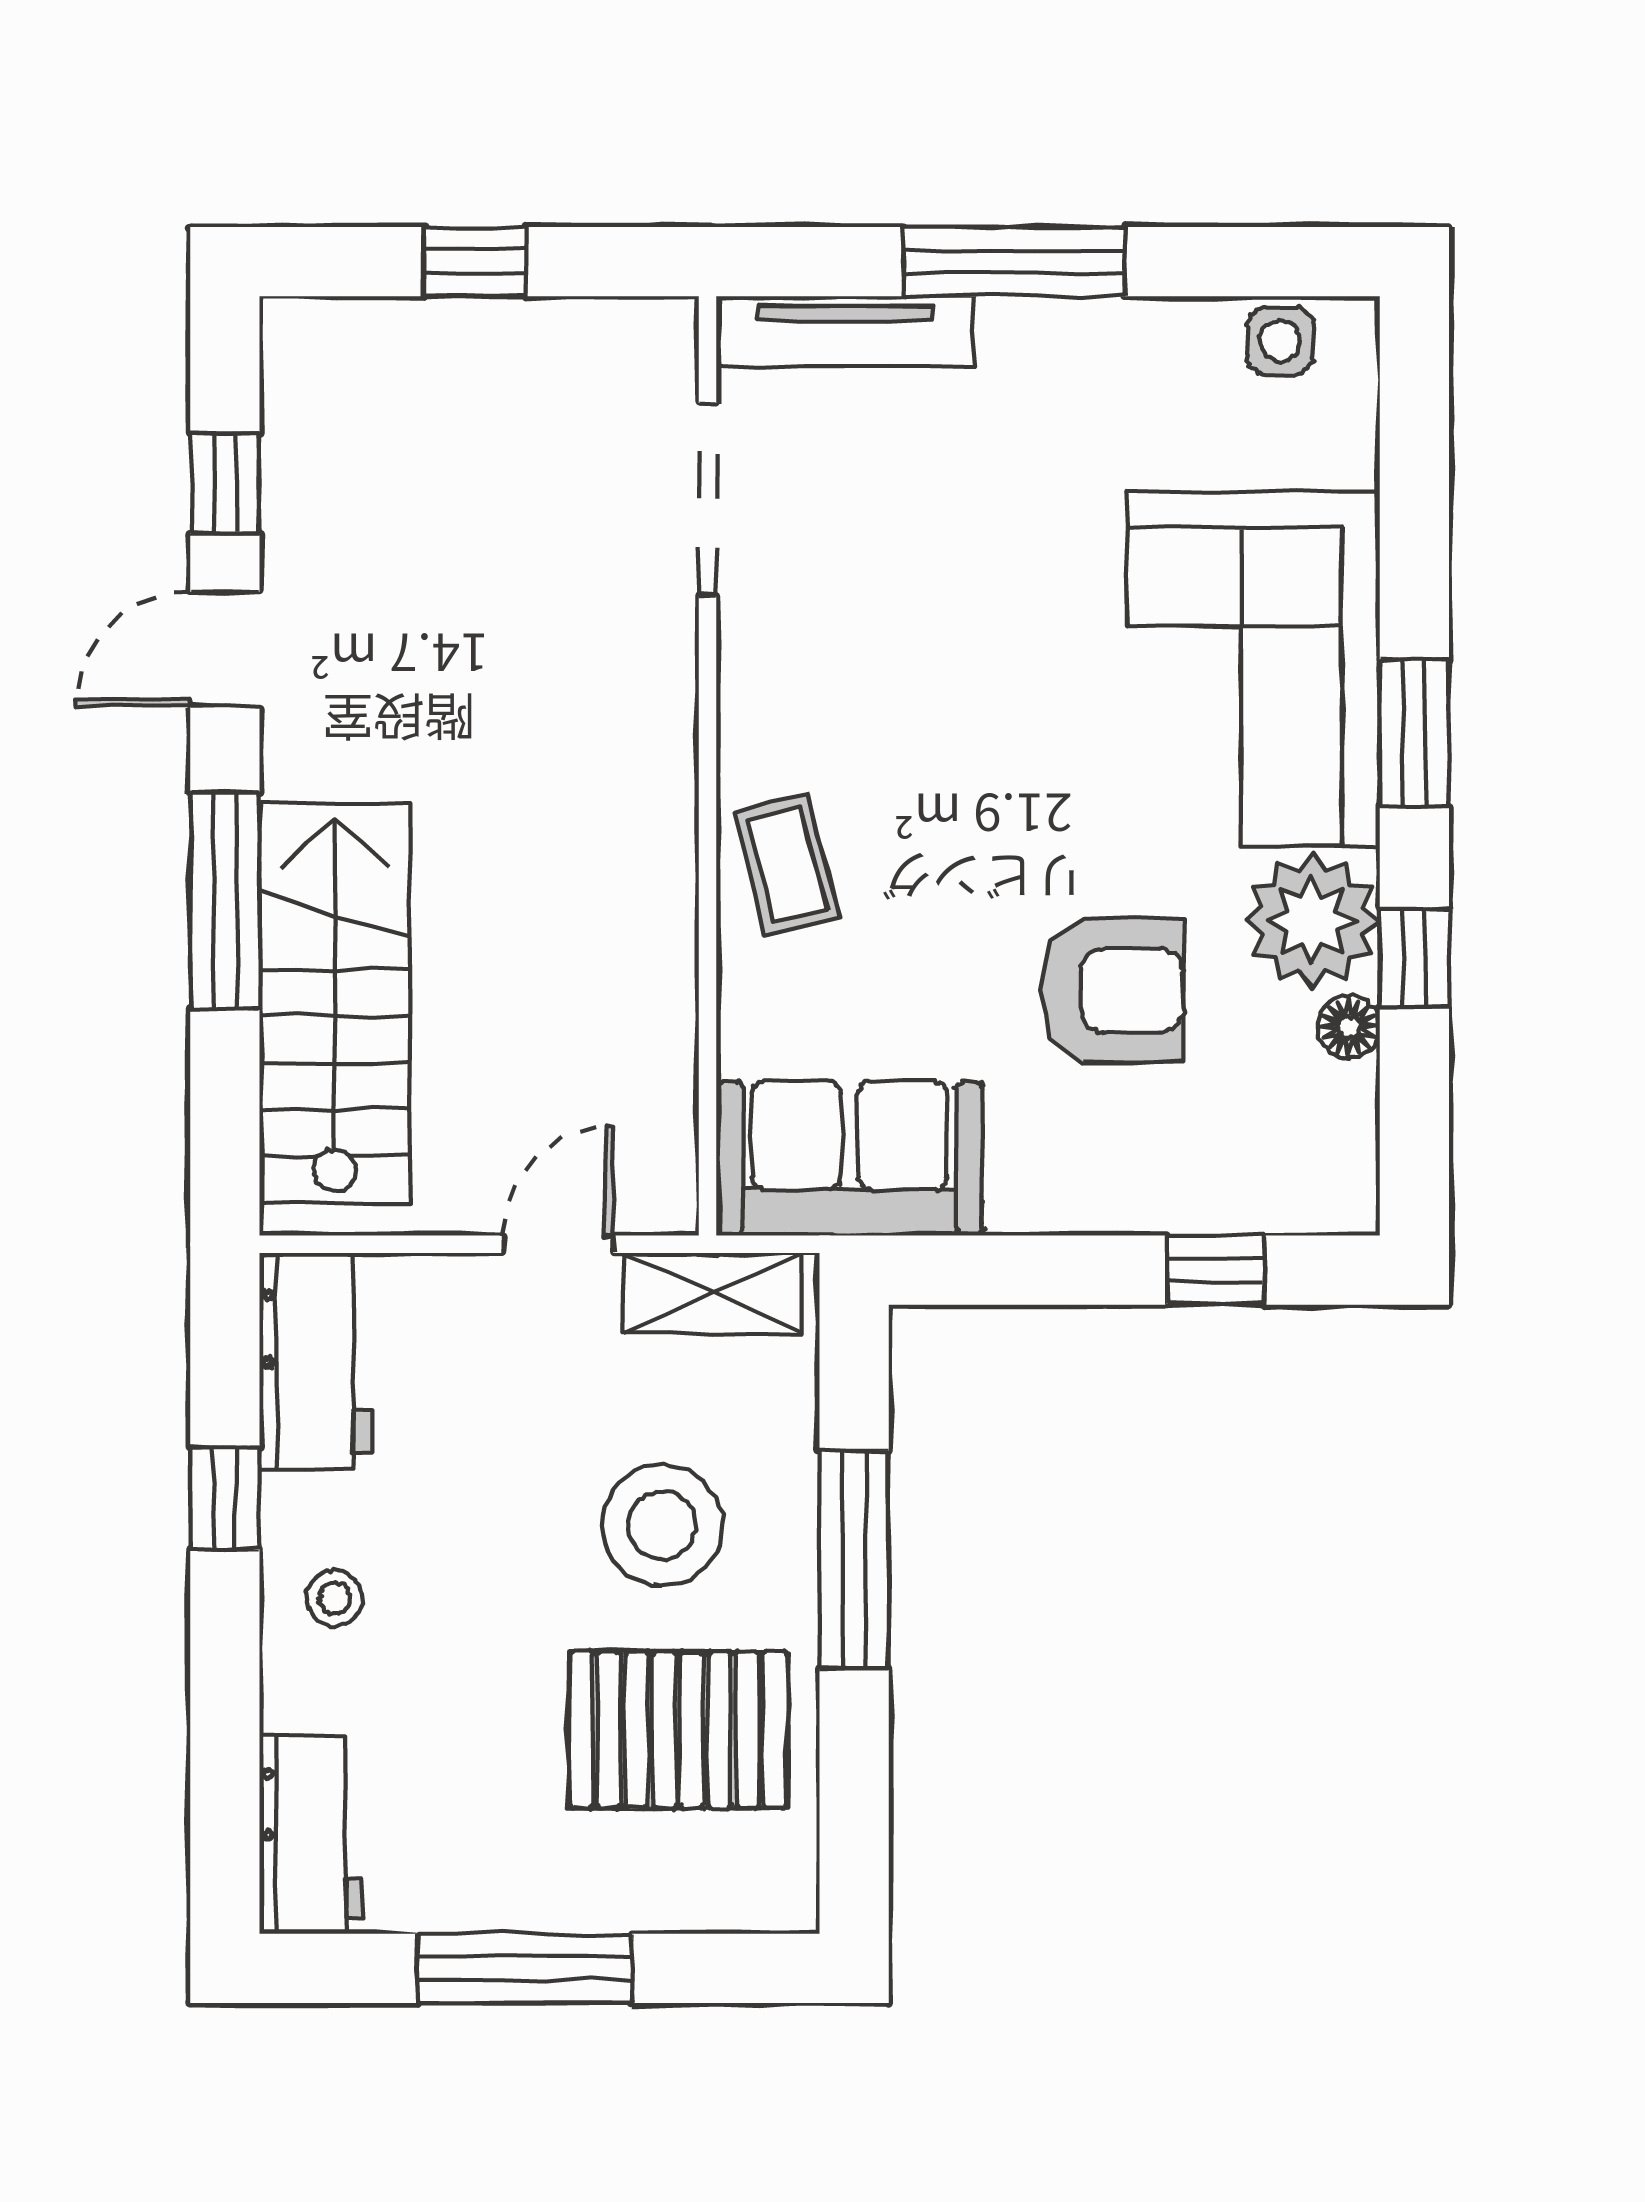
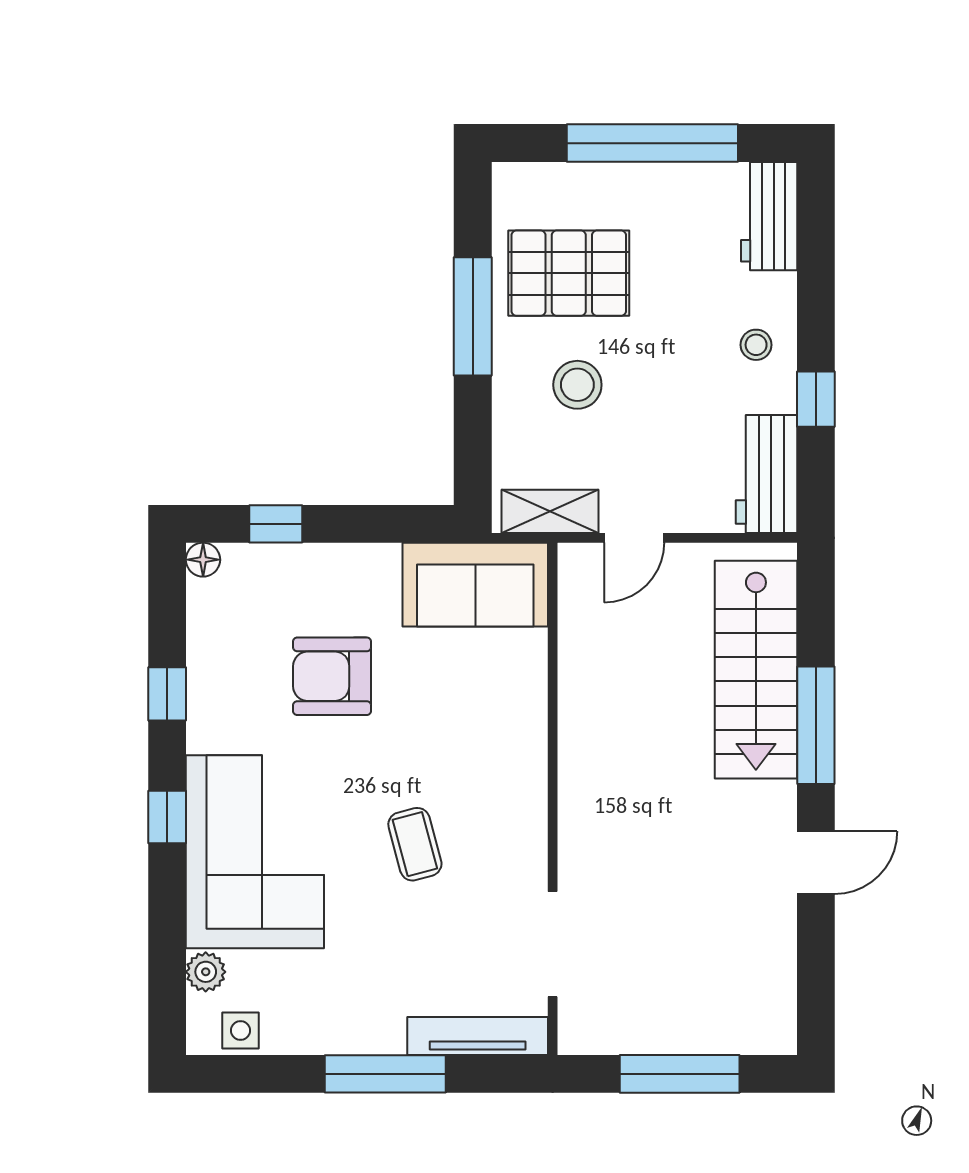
window: (475, 262) -> (680, 1074), width x2.17
window: (225, 483) -> (816, 953), removed
window: (1414, 733) -> (167, 817), width x0.67
coffee table: (787, 865) -> (415, 844), moved
plant: (1312, 921) -> (206, 972), moved, width x0.53, depth x0.53
floor lamp: (1349, 1027) -> (203, 560), moved
stool: (662, 1525) -> (577, 385), width x0.73, depth x0.73
window: (854, 1559) -> (473, 316), moved
window: (525, 1968) -> (652, 143), width x1.46

